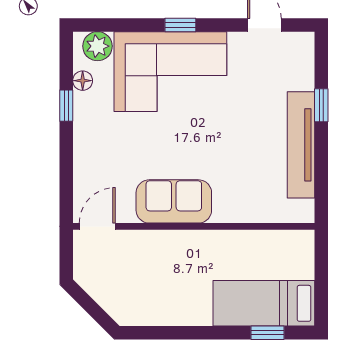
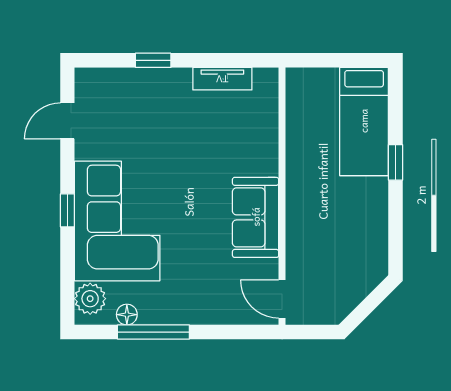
window: (66, 106) -> (153, 332), width x2.17
tv unit: (301, 145) -> (222, 79), width x0.52, depth x0.78
window: (268, 333) -> (395, 162), moved

